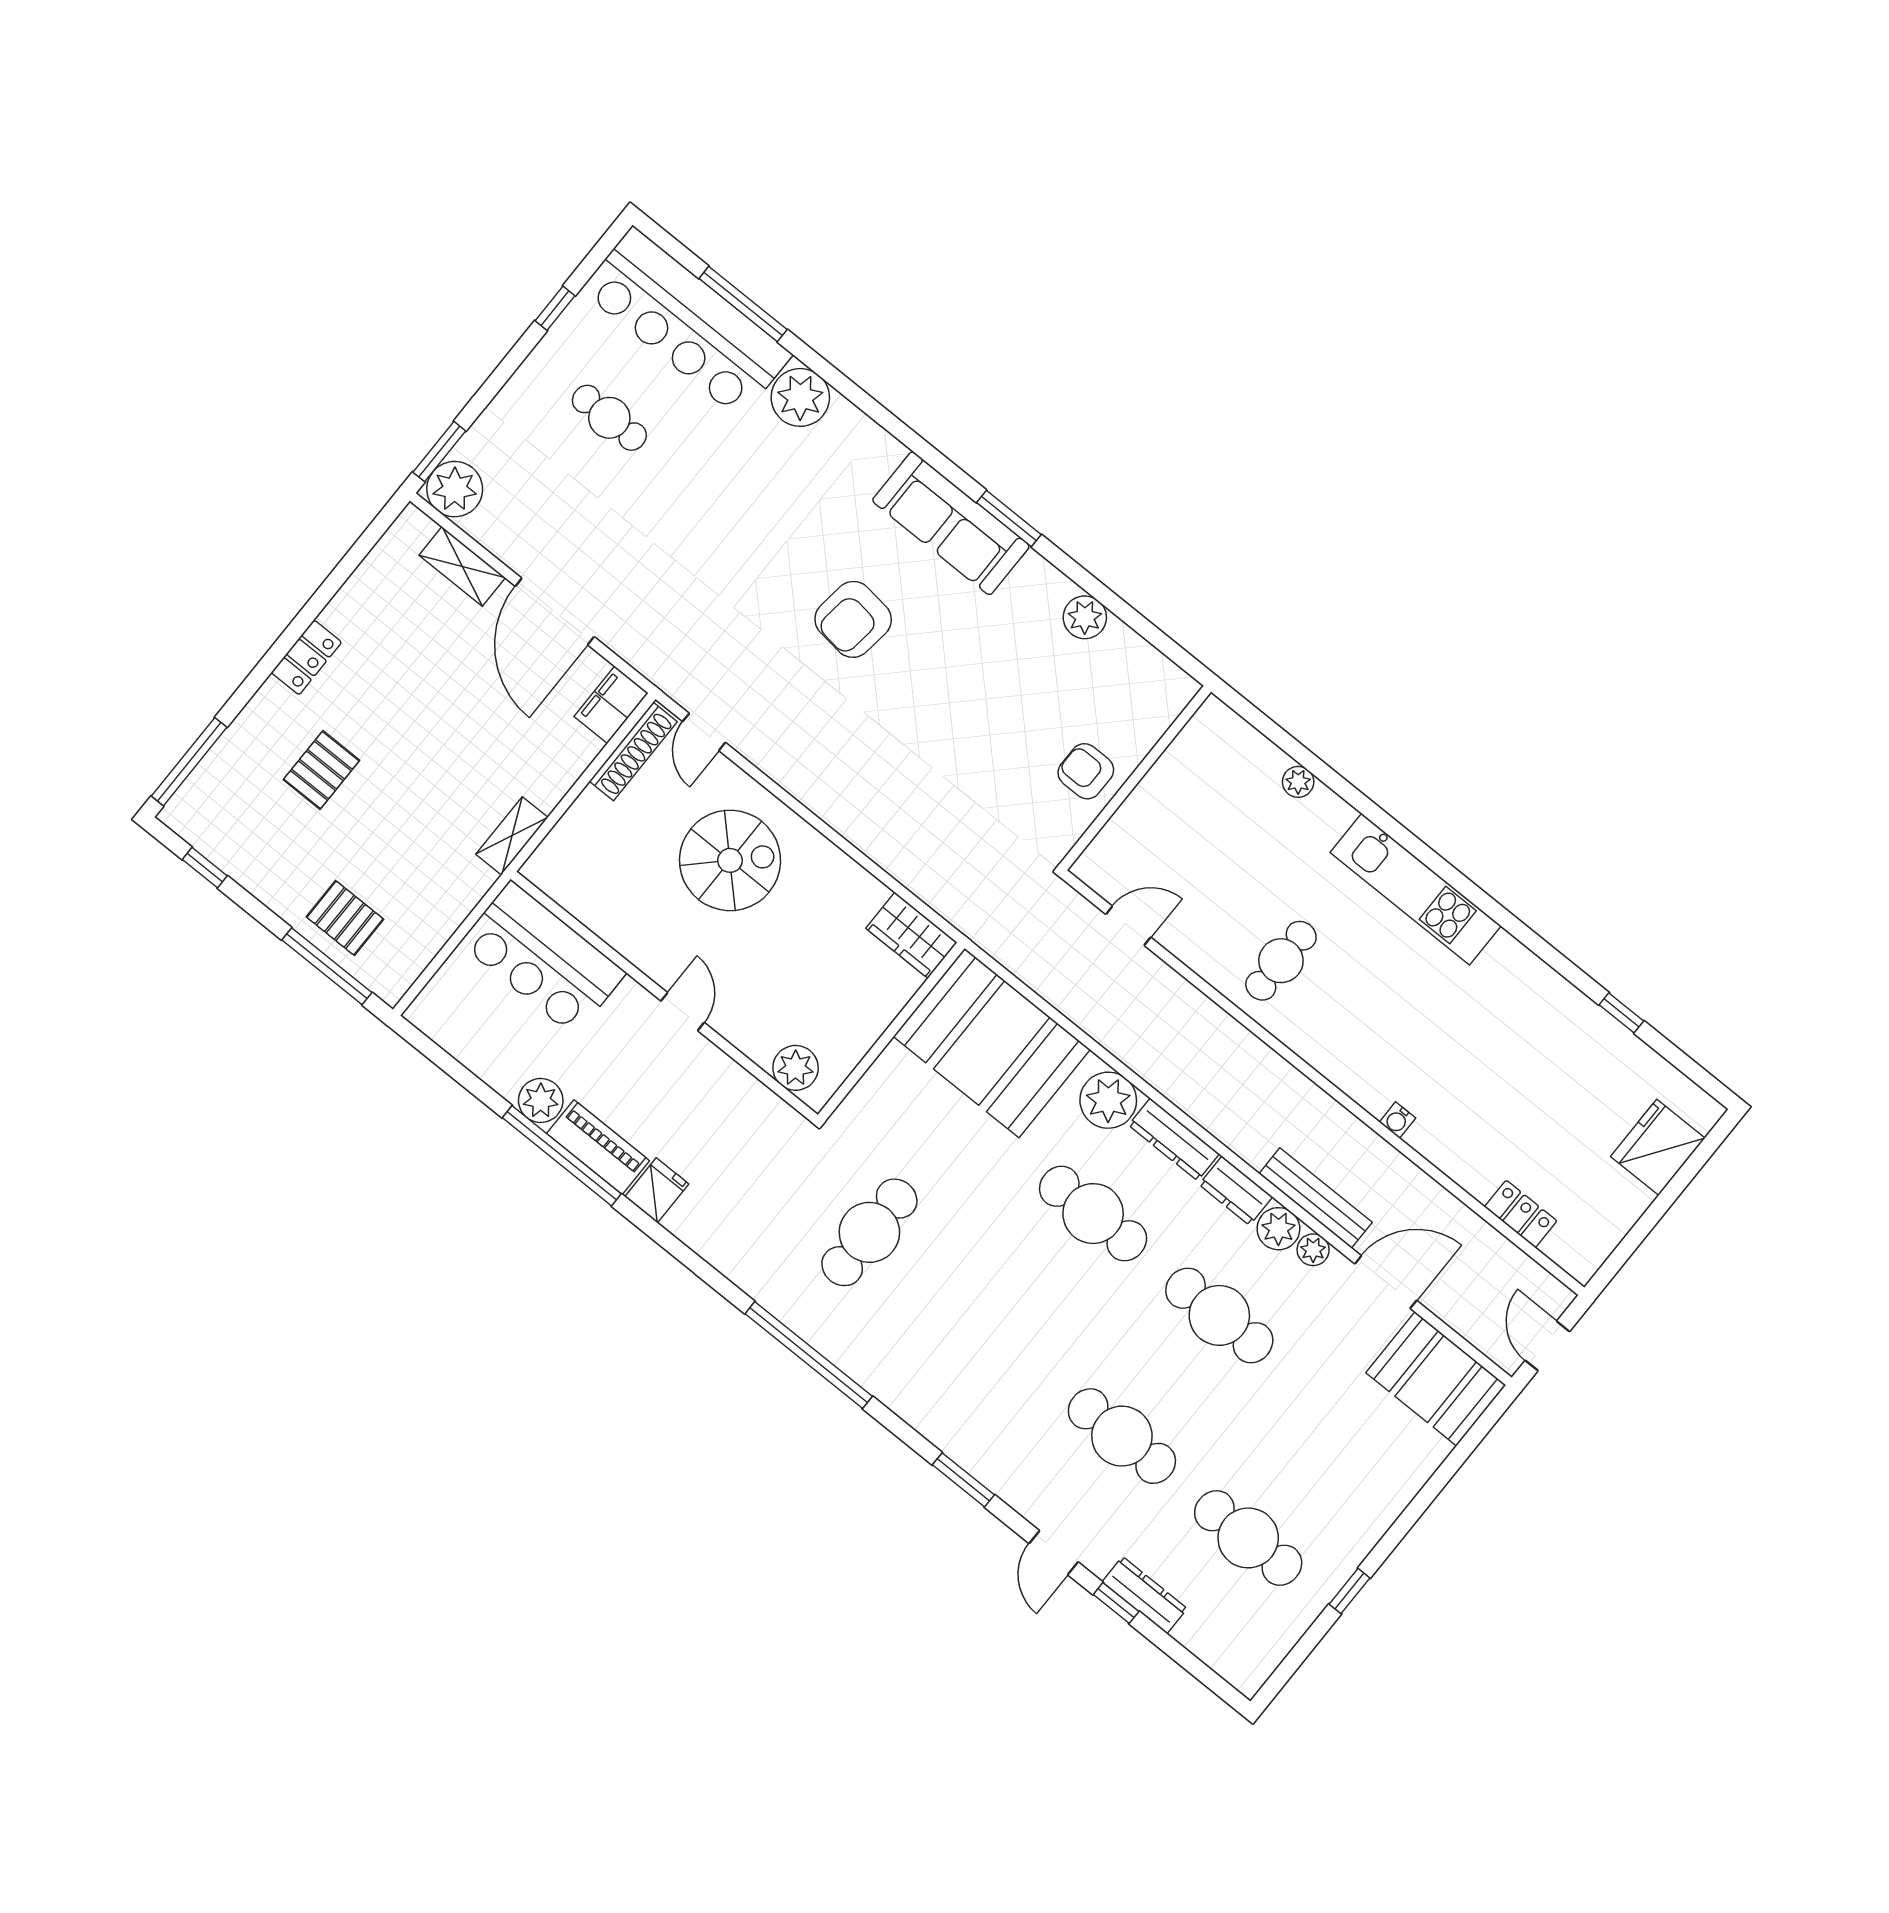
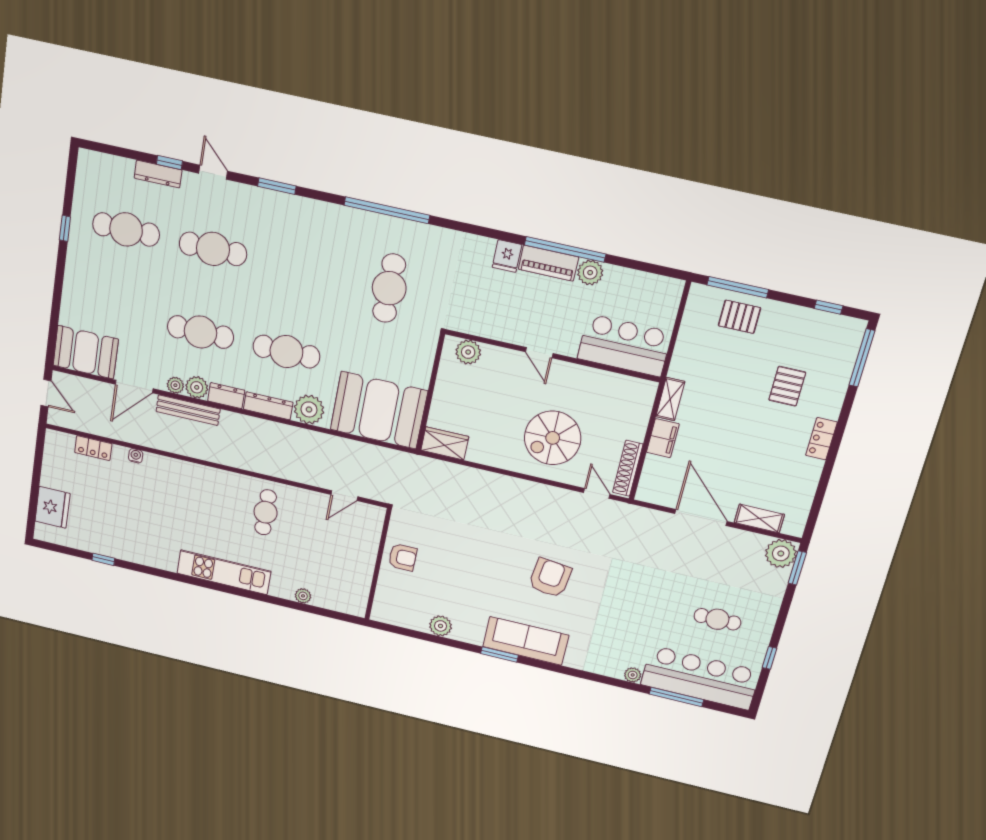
plant: (800, 397) -> (633, 675), width x0.53, depth x0.53
filing cabinet: (611, 705) -> (663, 438), moved
water cooler: (1397, 1120) -> (136, 456), moved

